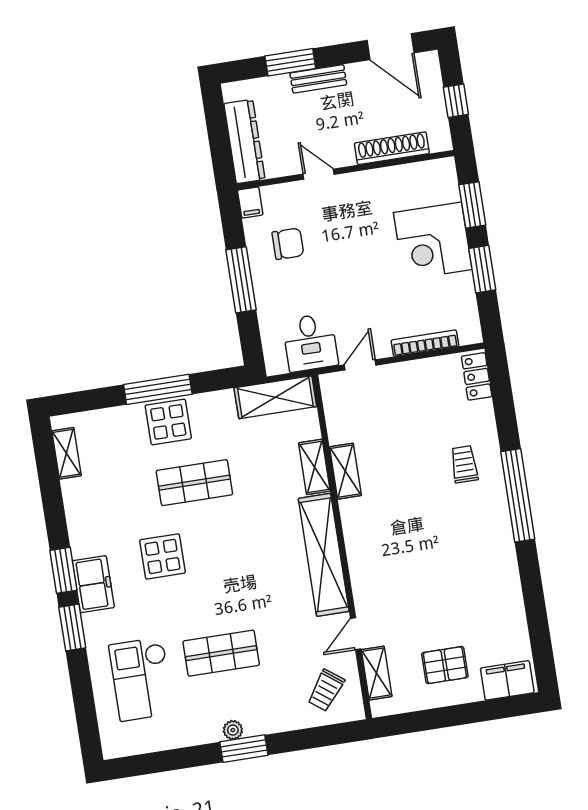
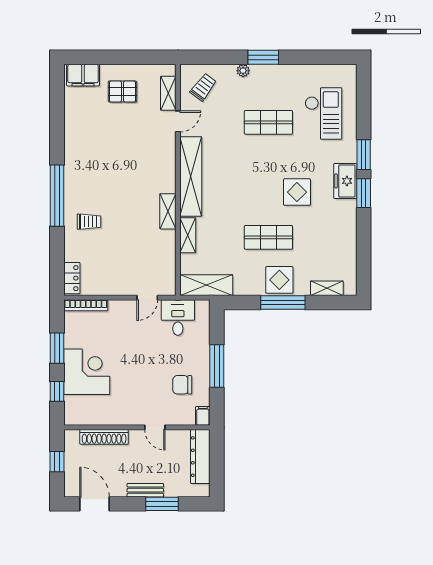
window: (472, 205) -> (57, 391), width x0.67
bookcase: (425, 343) -> (86, 305), moved
shelving: (67, 453) -> (327, 288), moved, turned 90
trolley: (464, 464) -> (89, 222), turned -90
shelving: (345, 471) -> (168, 211), moved
plant: (233, 730) -> (243, 71), moved

